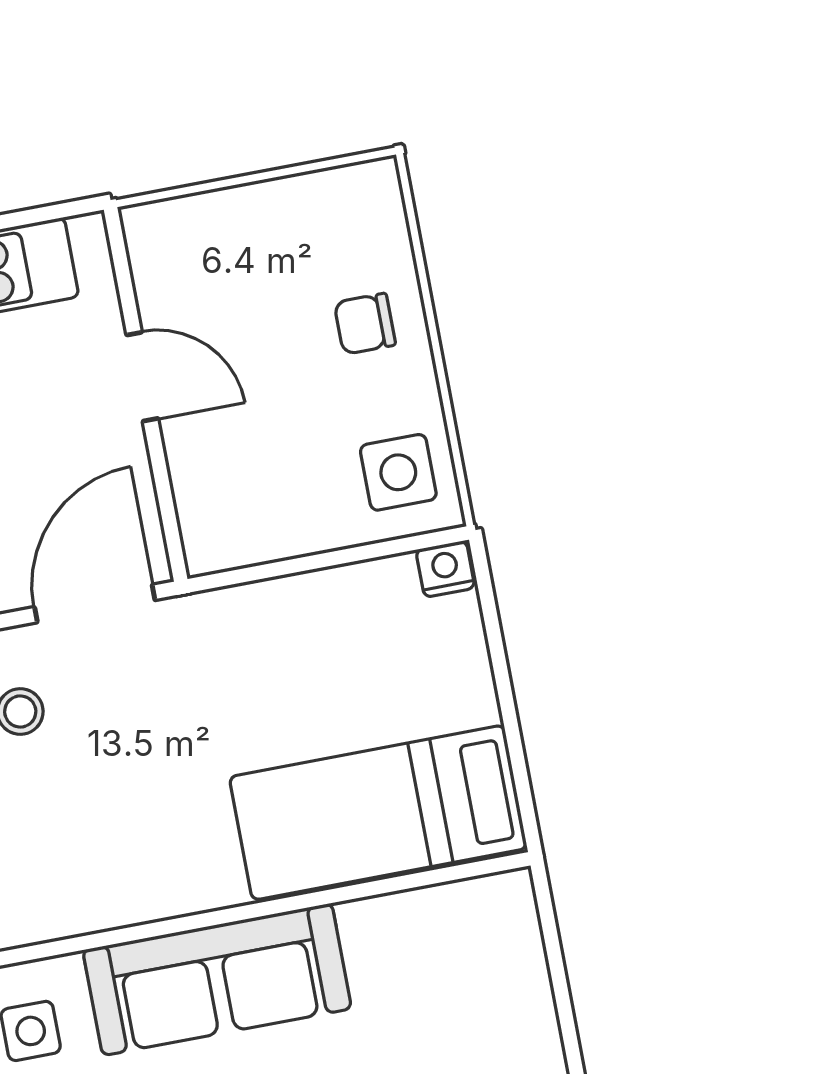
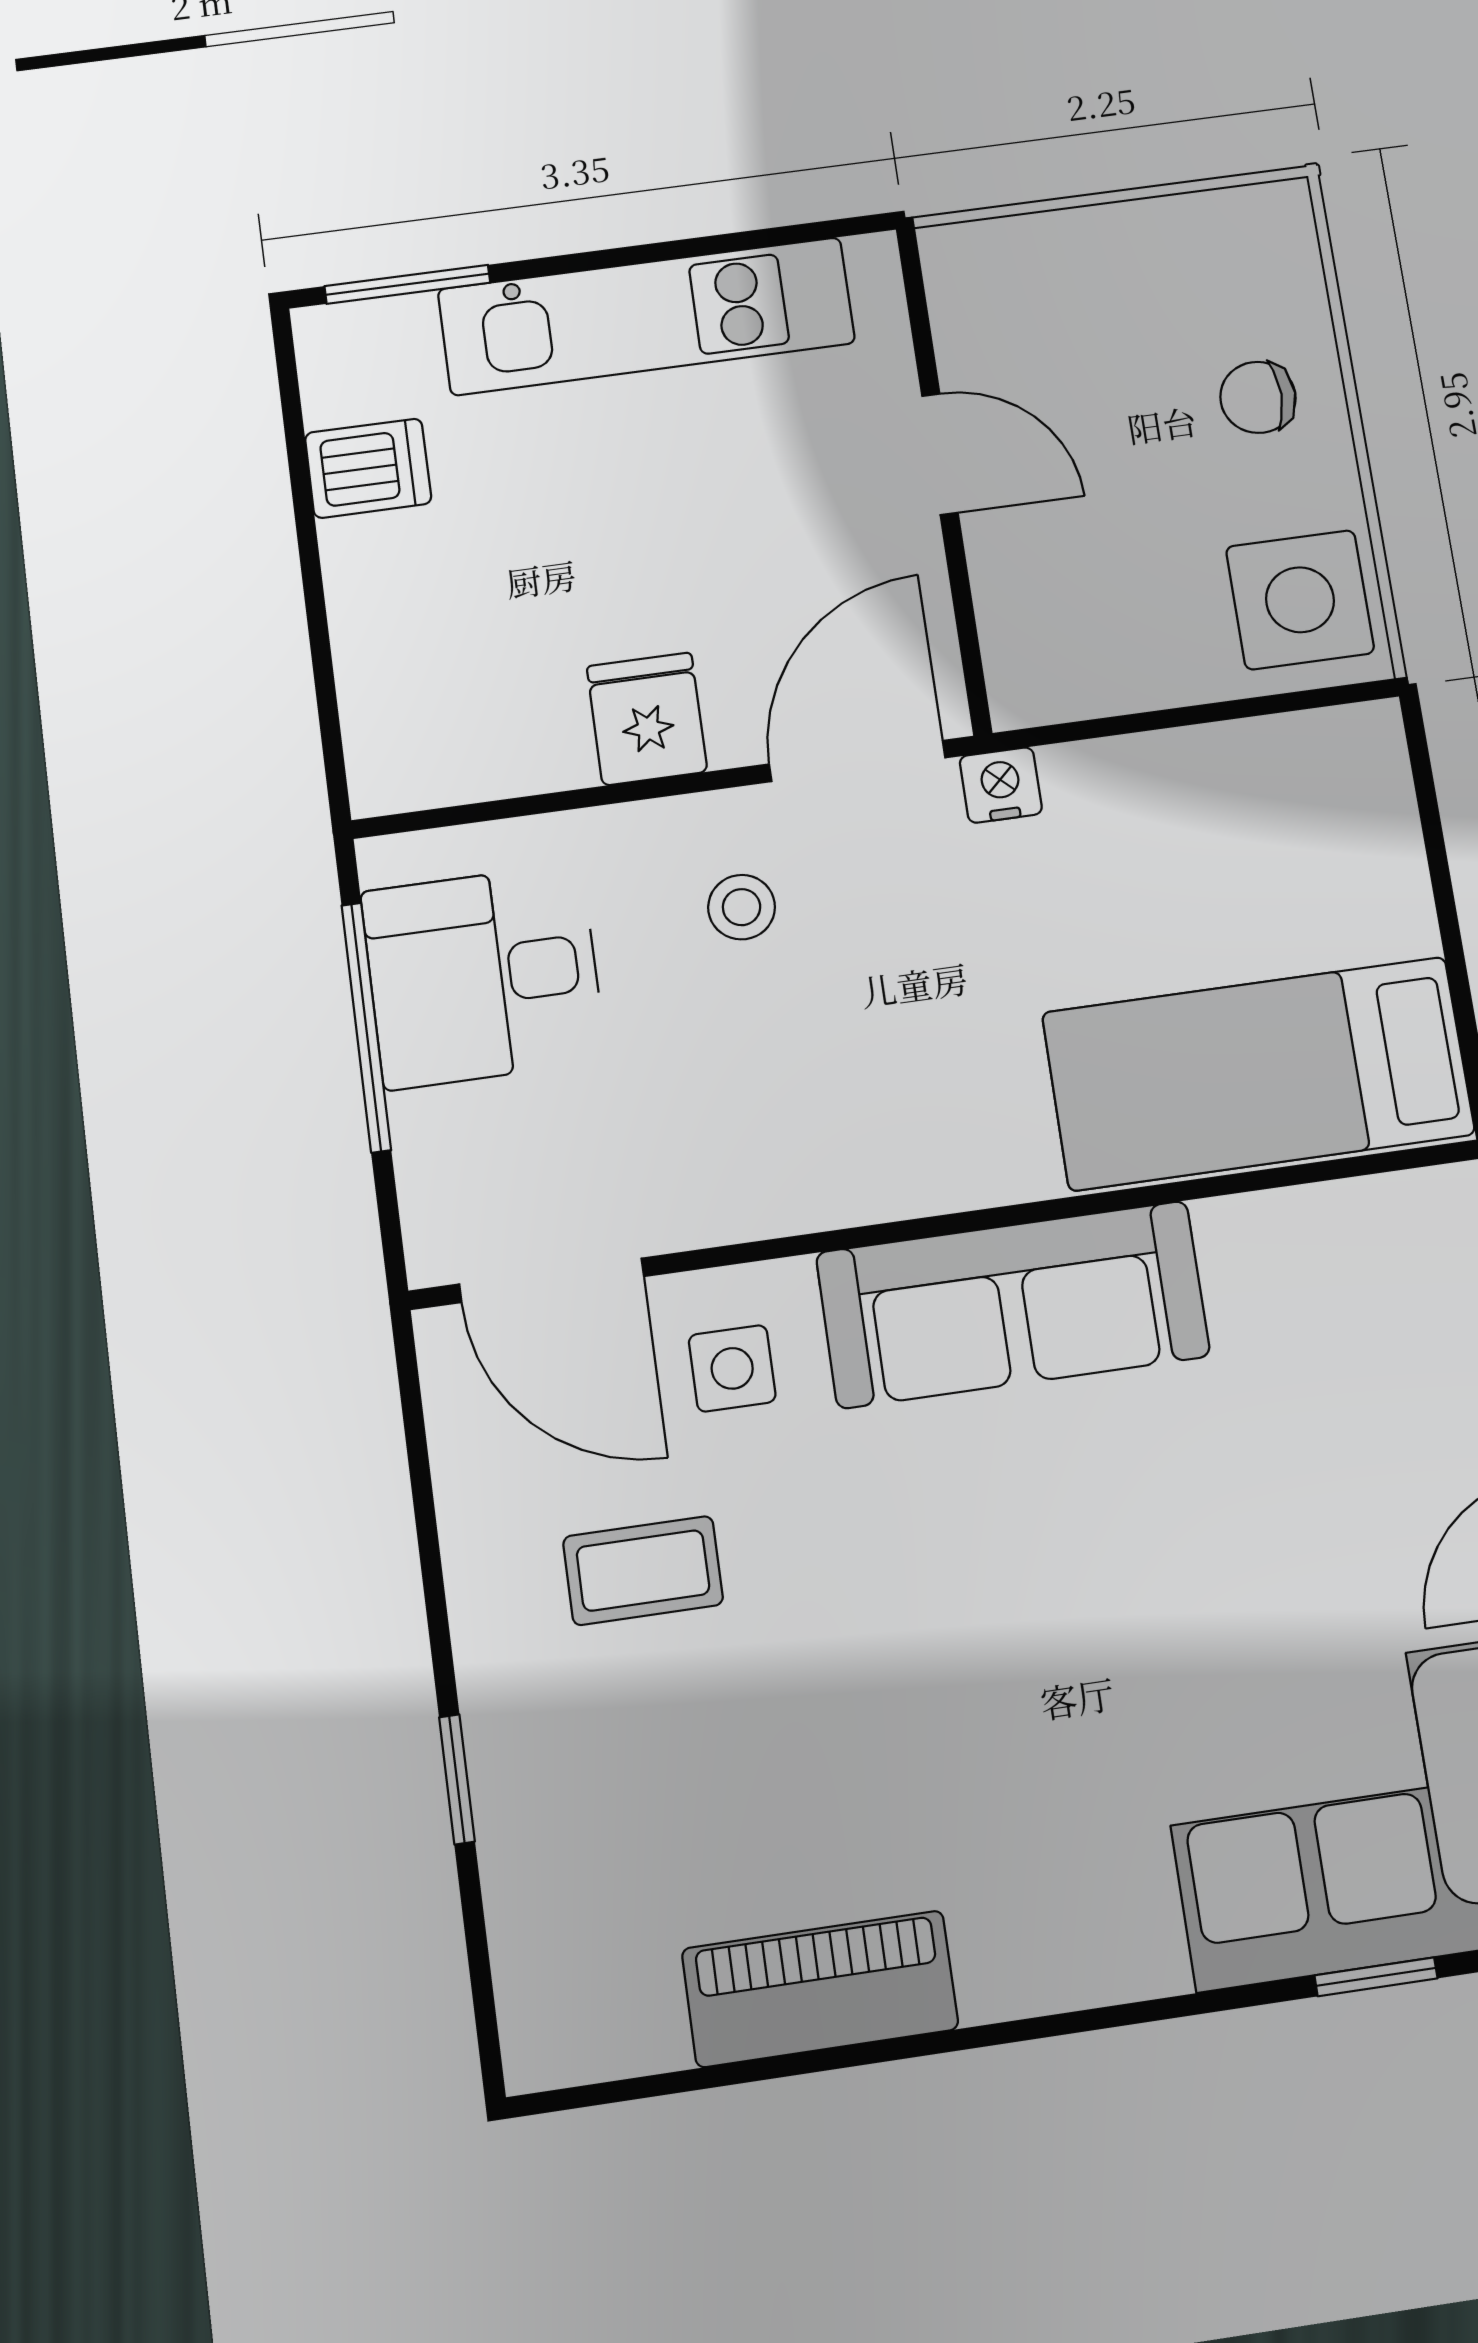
side table: (398, 472) -> (1300, 600), width x1.37, depth x1.37
nightstand: (445, 569) -> (1001, 785), moved

